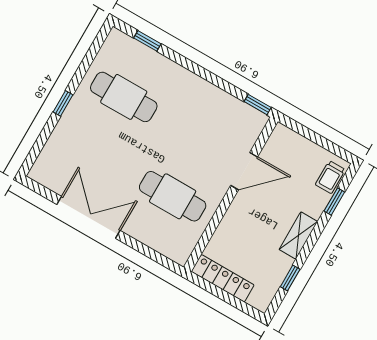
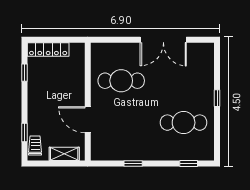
window: (258, 105) -> (133, 163), moved
door: (244, 171) -> (88, 120), hinge flipped
shelving: (298, 235) -> (64, 154), moved, turned 90
locker: (223, 278) -> (48, 50), moved

